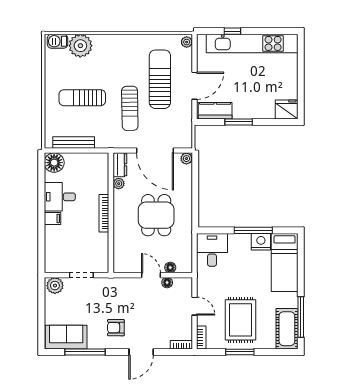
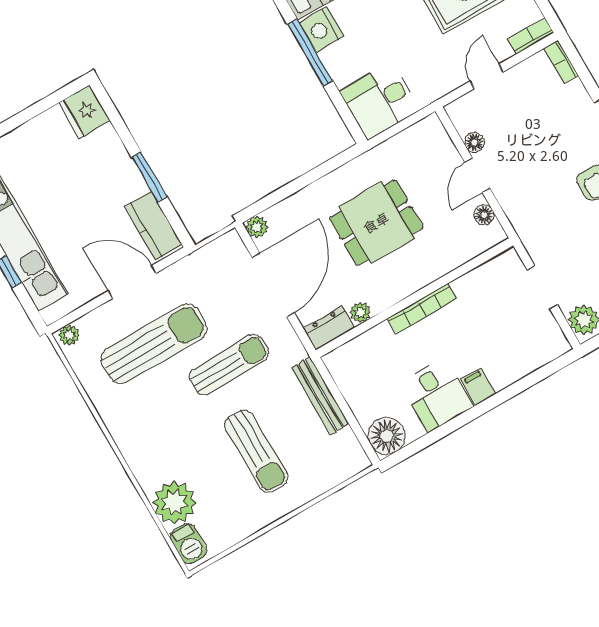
sun lounger: (160, 79) -> (154, 344), turned 180
bench: (74, 142) -> (320, 396), moved
floor lamp: (170, 268) -> (484, 215), moved

